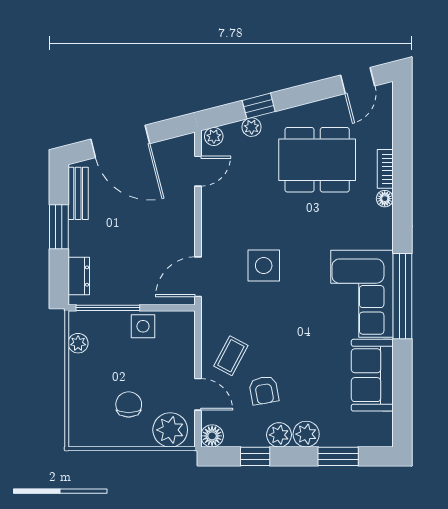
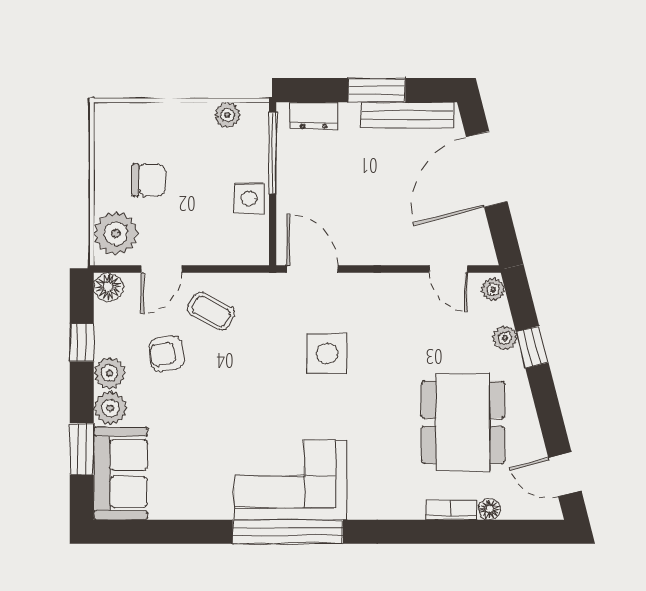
bench: (78, 193) -> (407, 115), width x1.36
floor lamp: (385, 199) -> (490, 509), moved
sofa: (372, 375) -> (120, 473), moved, turned 90

